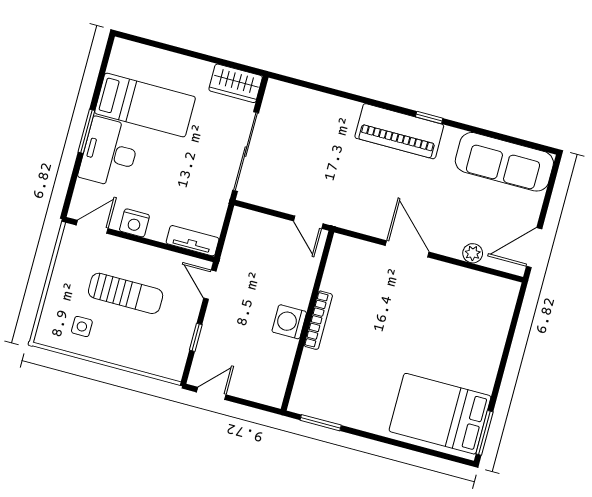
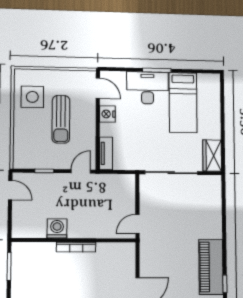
washing machine: (289, 322) -> (57, 228), moved
side table: (82, 326) -> (32, 97), width x1.87, depth x1.87

